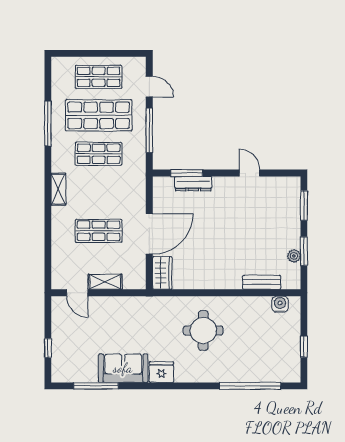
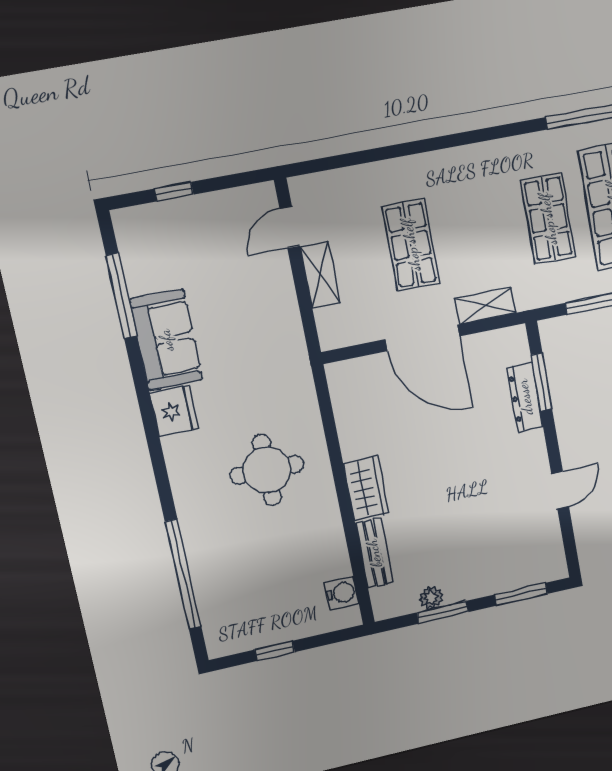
shelving: (58, 189) -> (485, 306), moved
wardrobe: (162, 273) -> (366, 488), moved, turned -90

